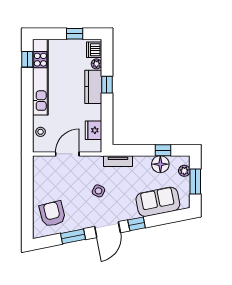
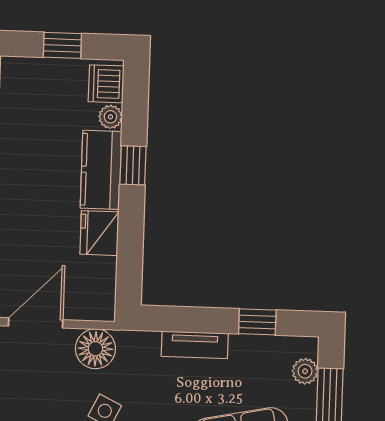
fridge: (93, 130) -> (99, 233), moved
tv unit: (118, 161) -> (195, 345), moved
floor lamp: (160, 164) -> (95, 349), moved

